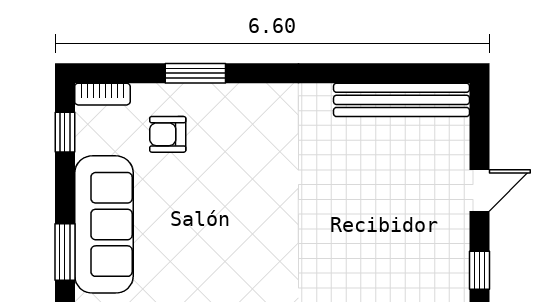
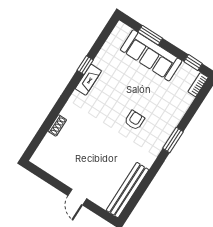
window: (195, 73) -> (173, 140), moved
armchair: (168, 134) -> (135, 120), moved
window: (479, 270) -> (49, 179), removed

